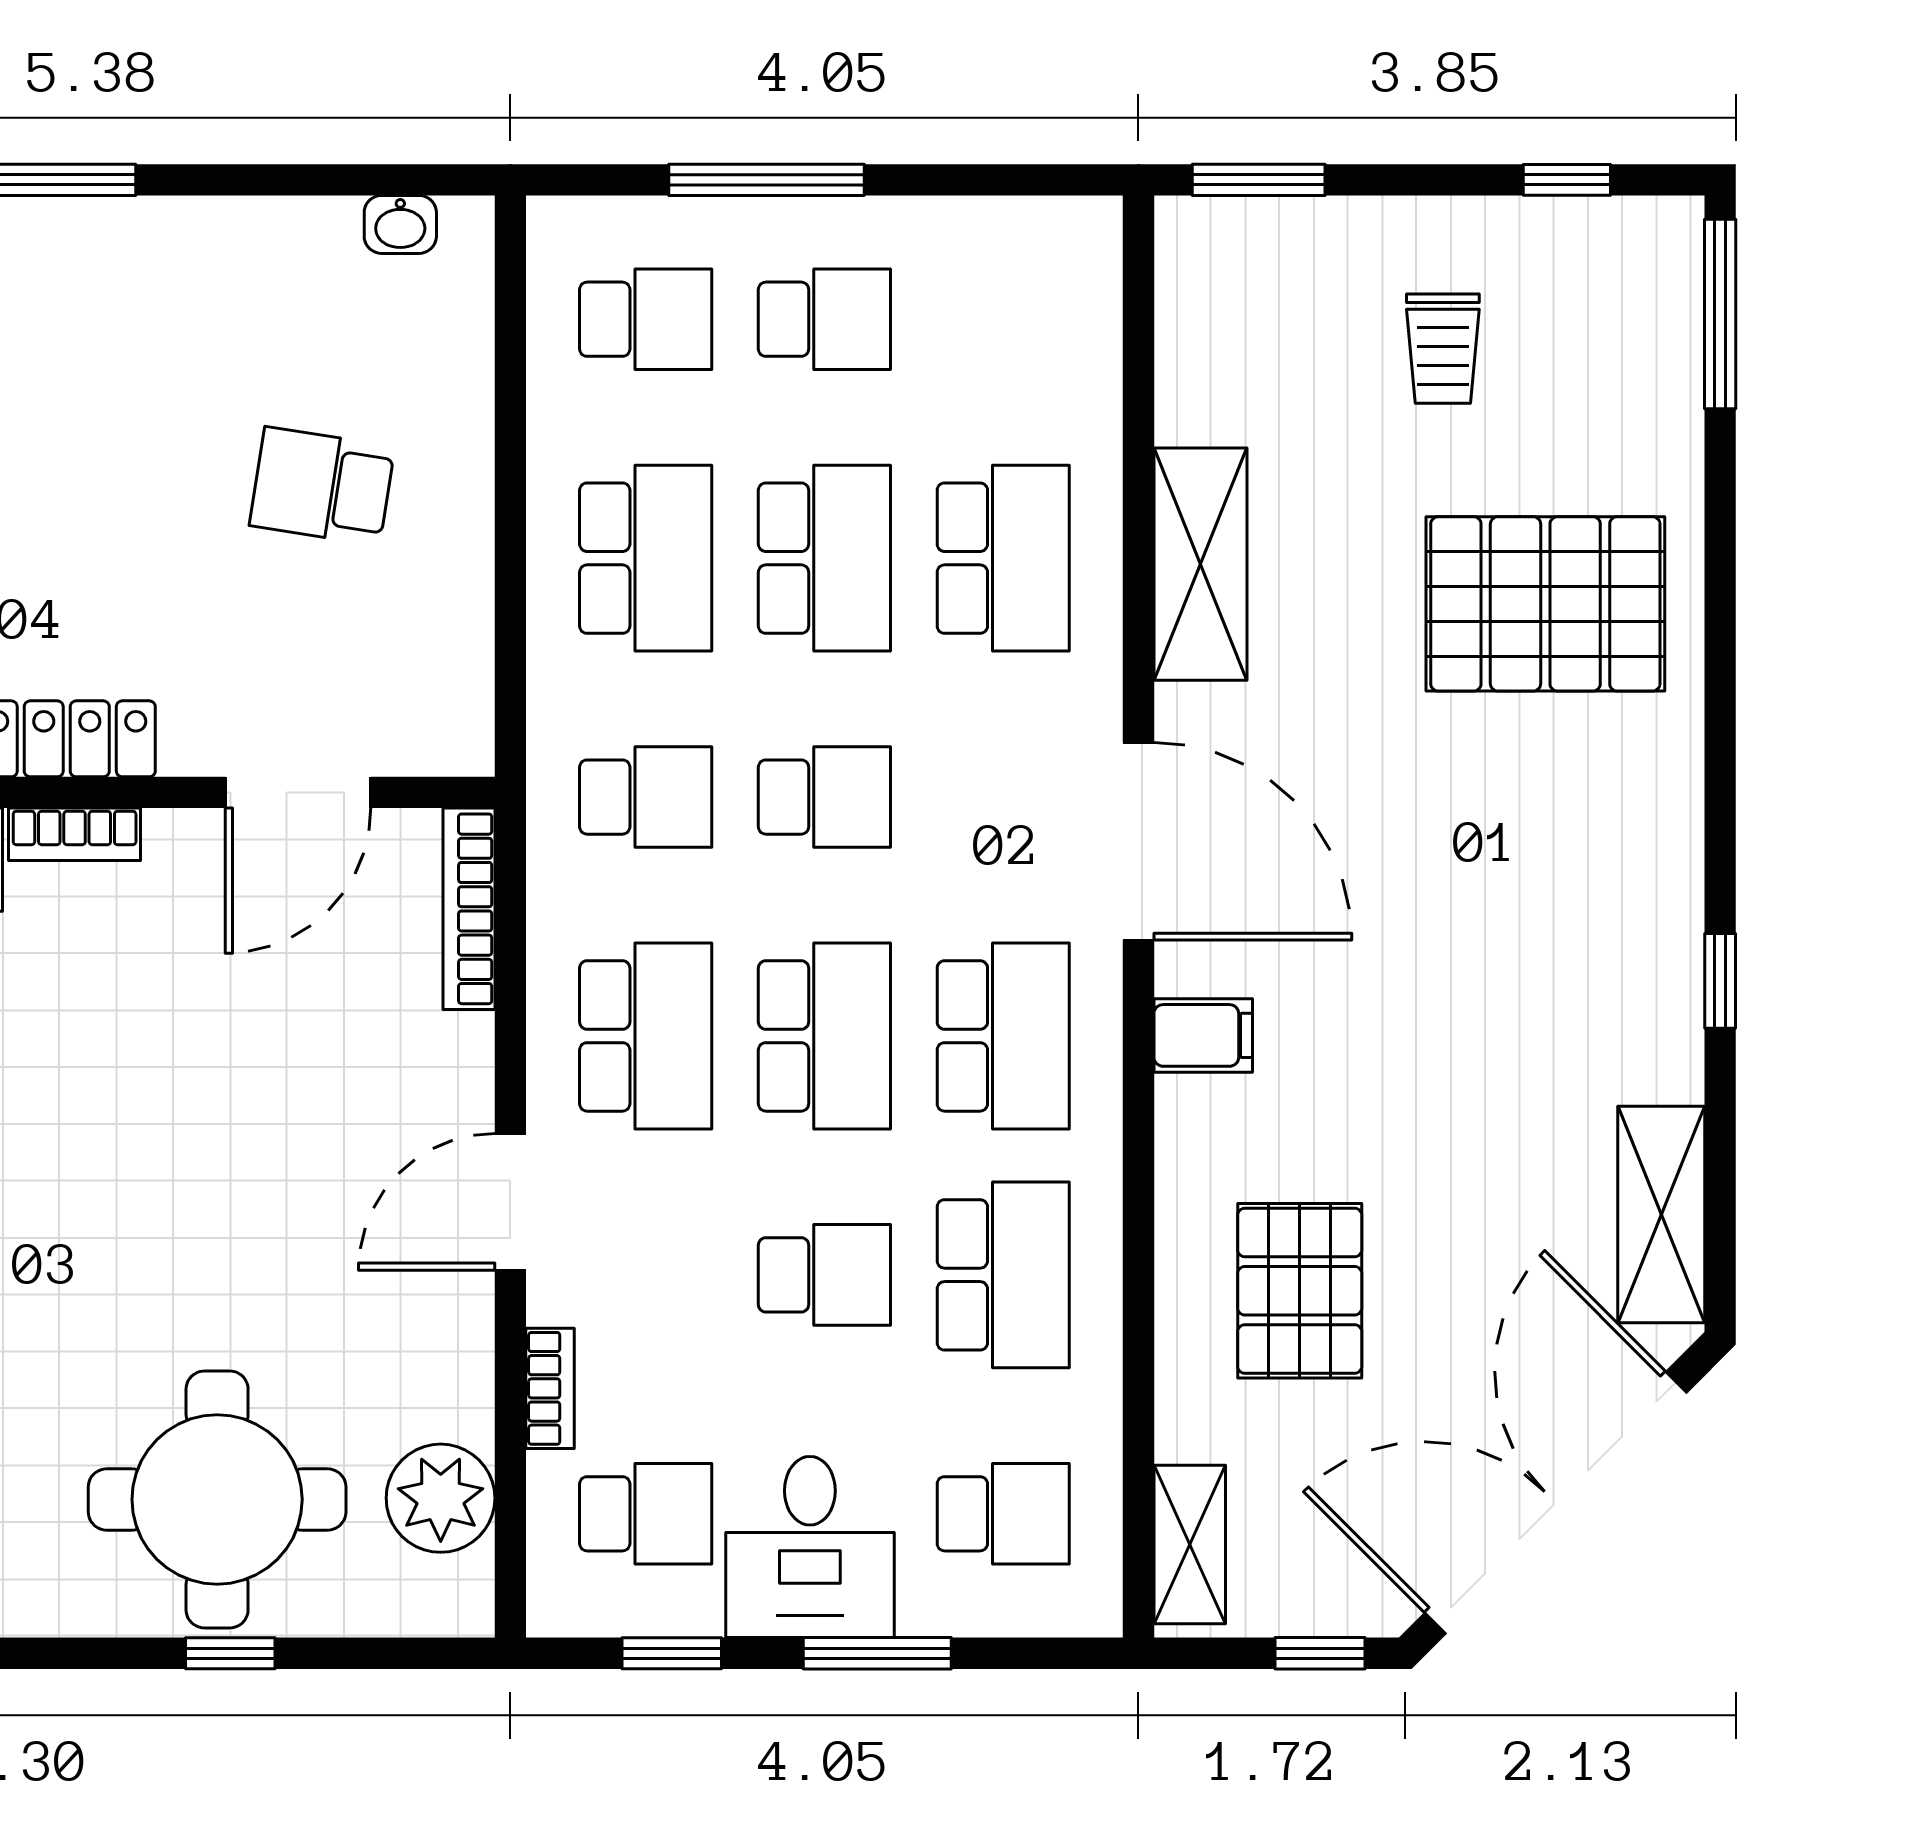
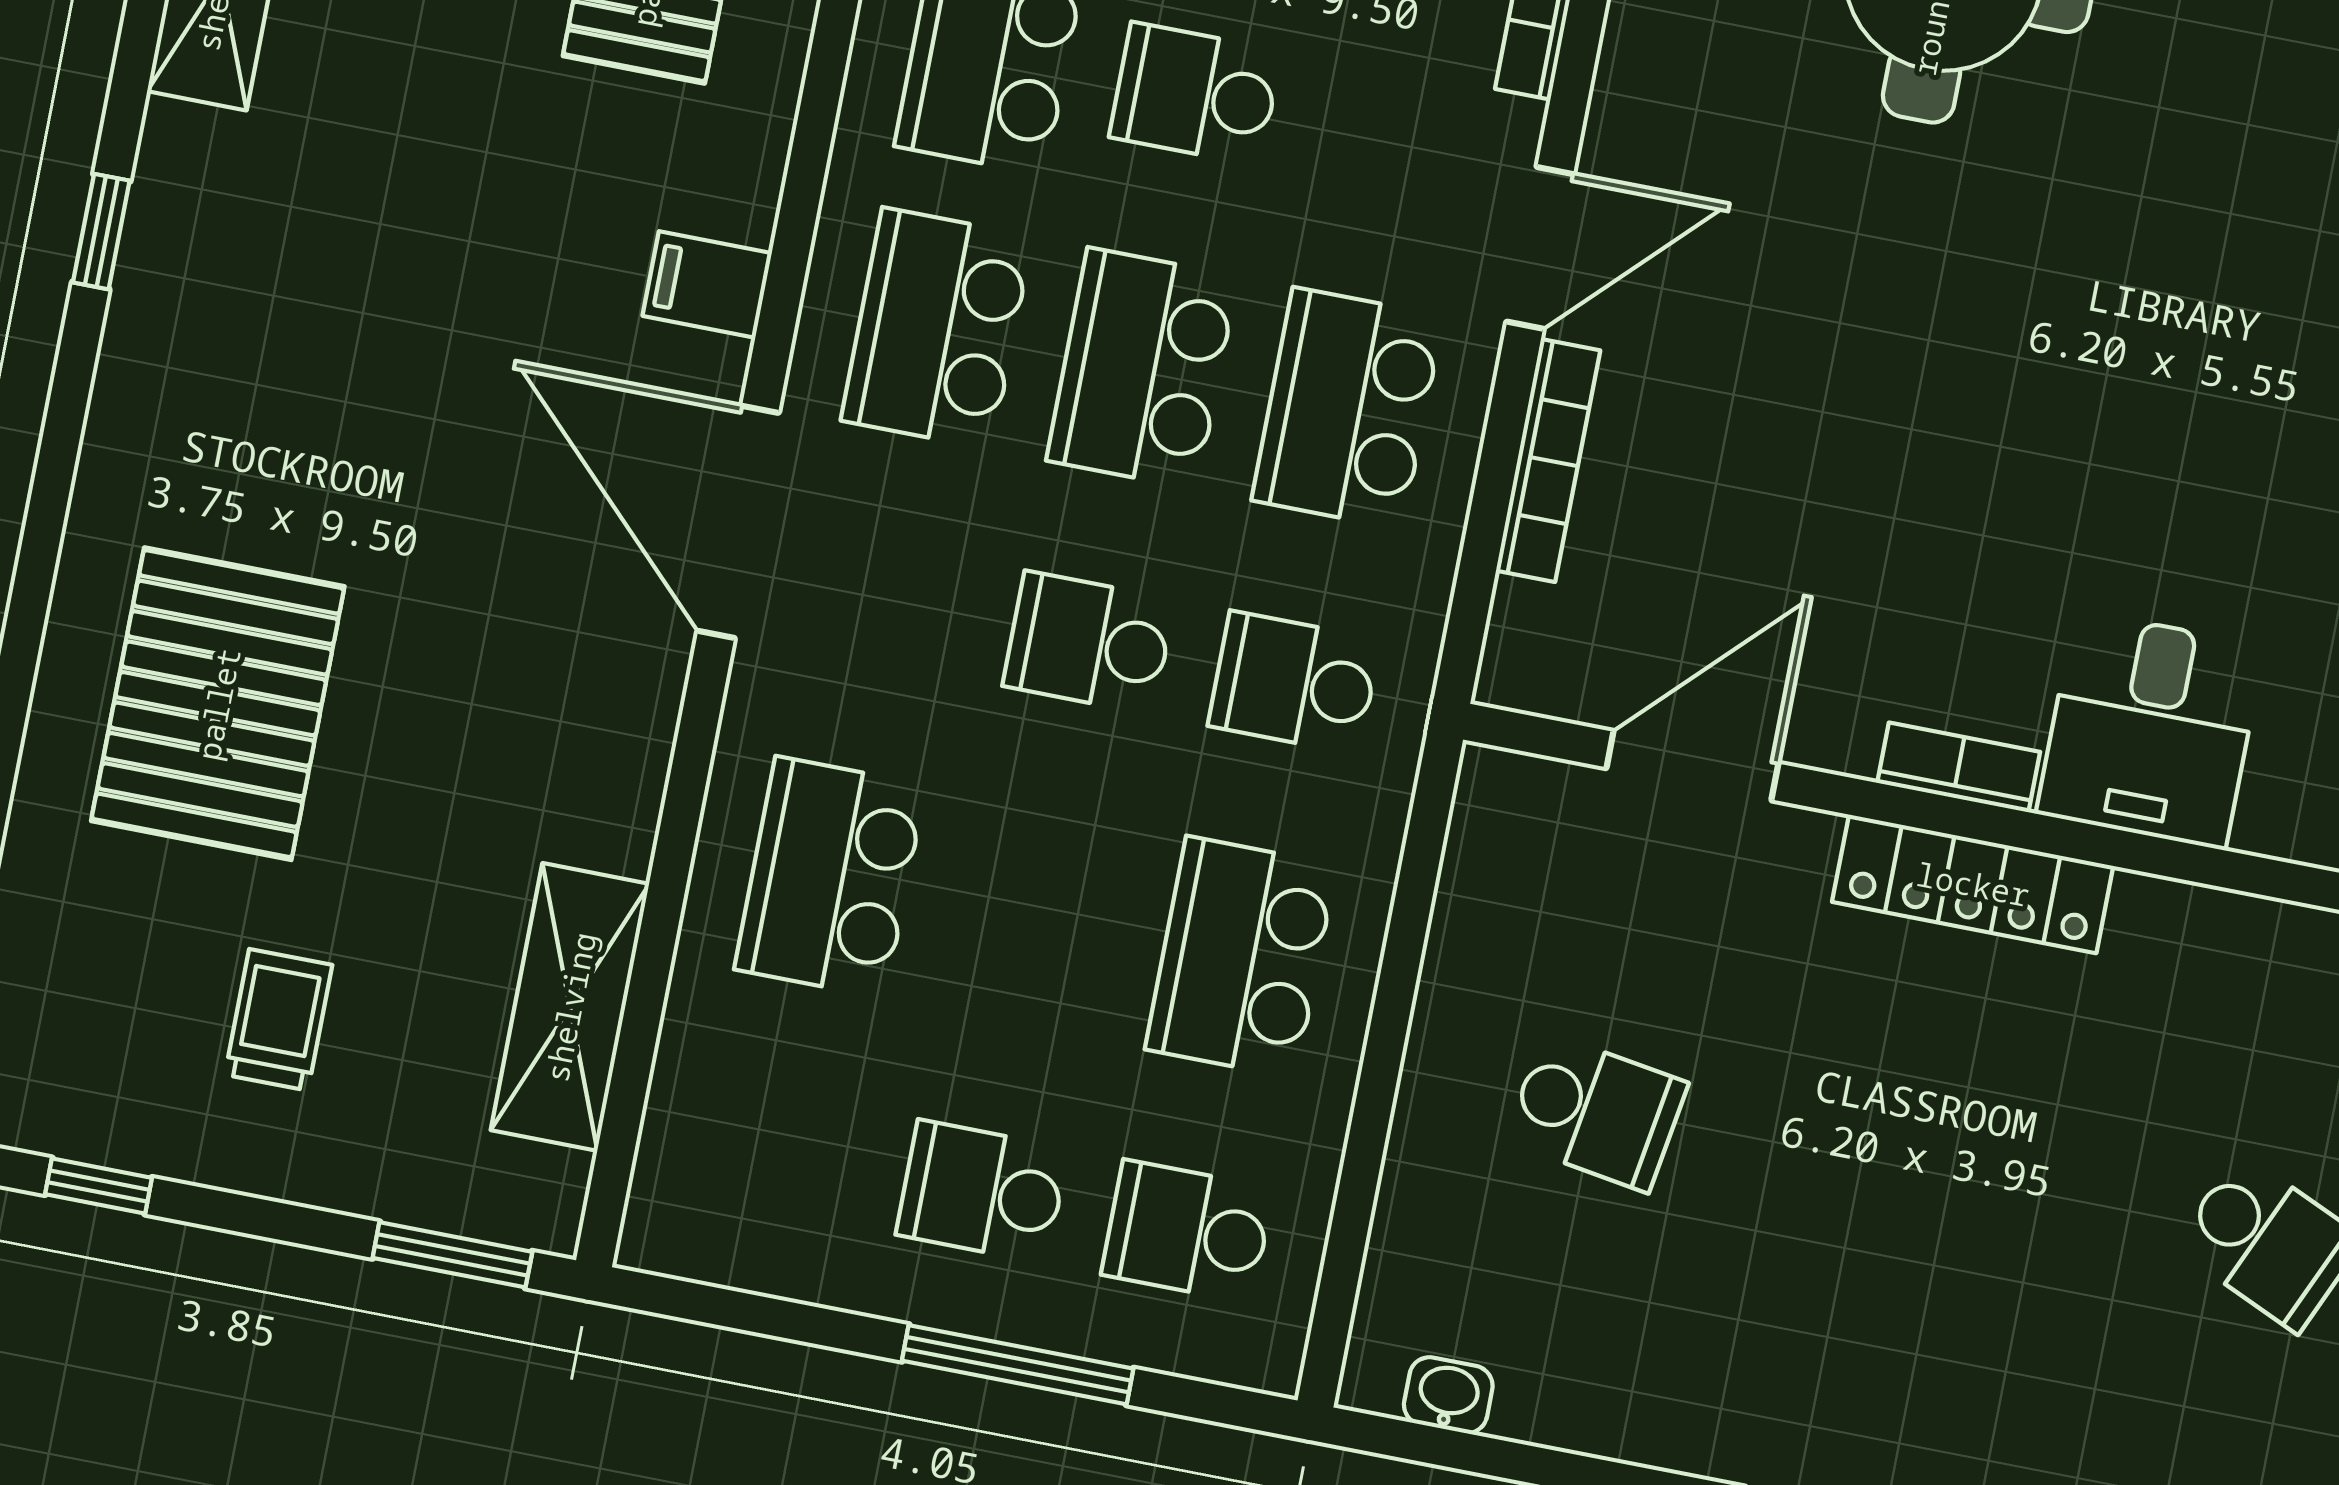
school desk: (824, 558) -> (1036, 917), removed
shelving: (1201, 564) -> (570, 1007), moved
pallet: (1545, 604) -> (218, 704), turned 90
bookcase: (469, 909) -> (1548, 460), moved

